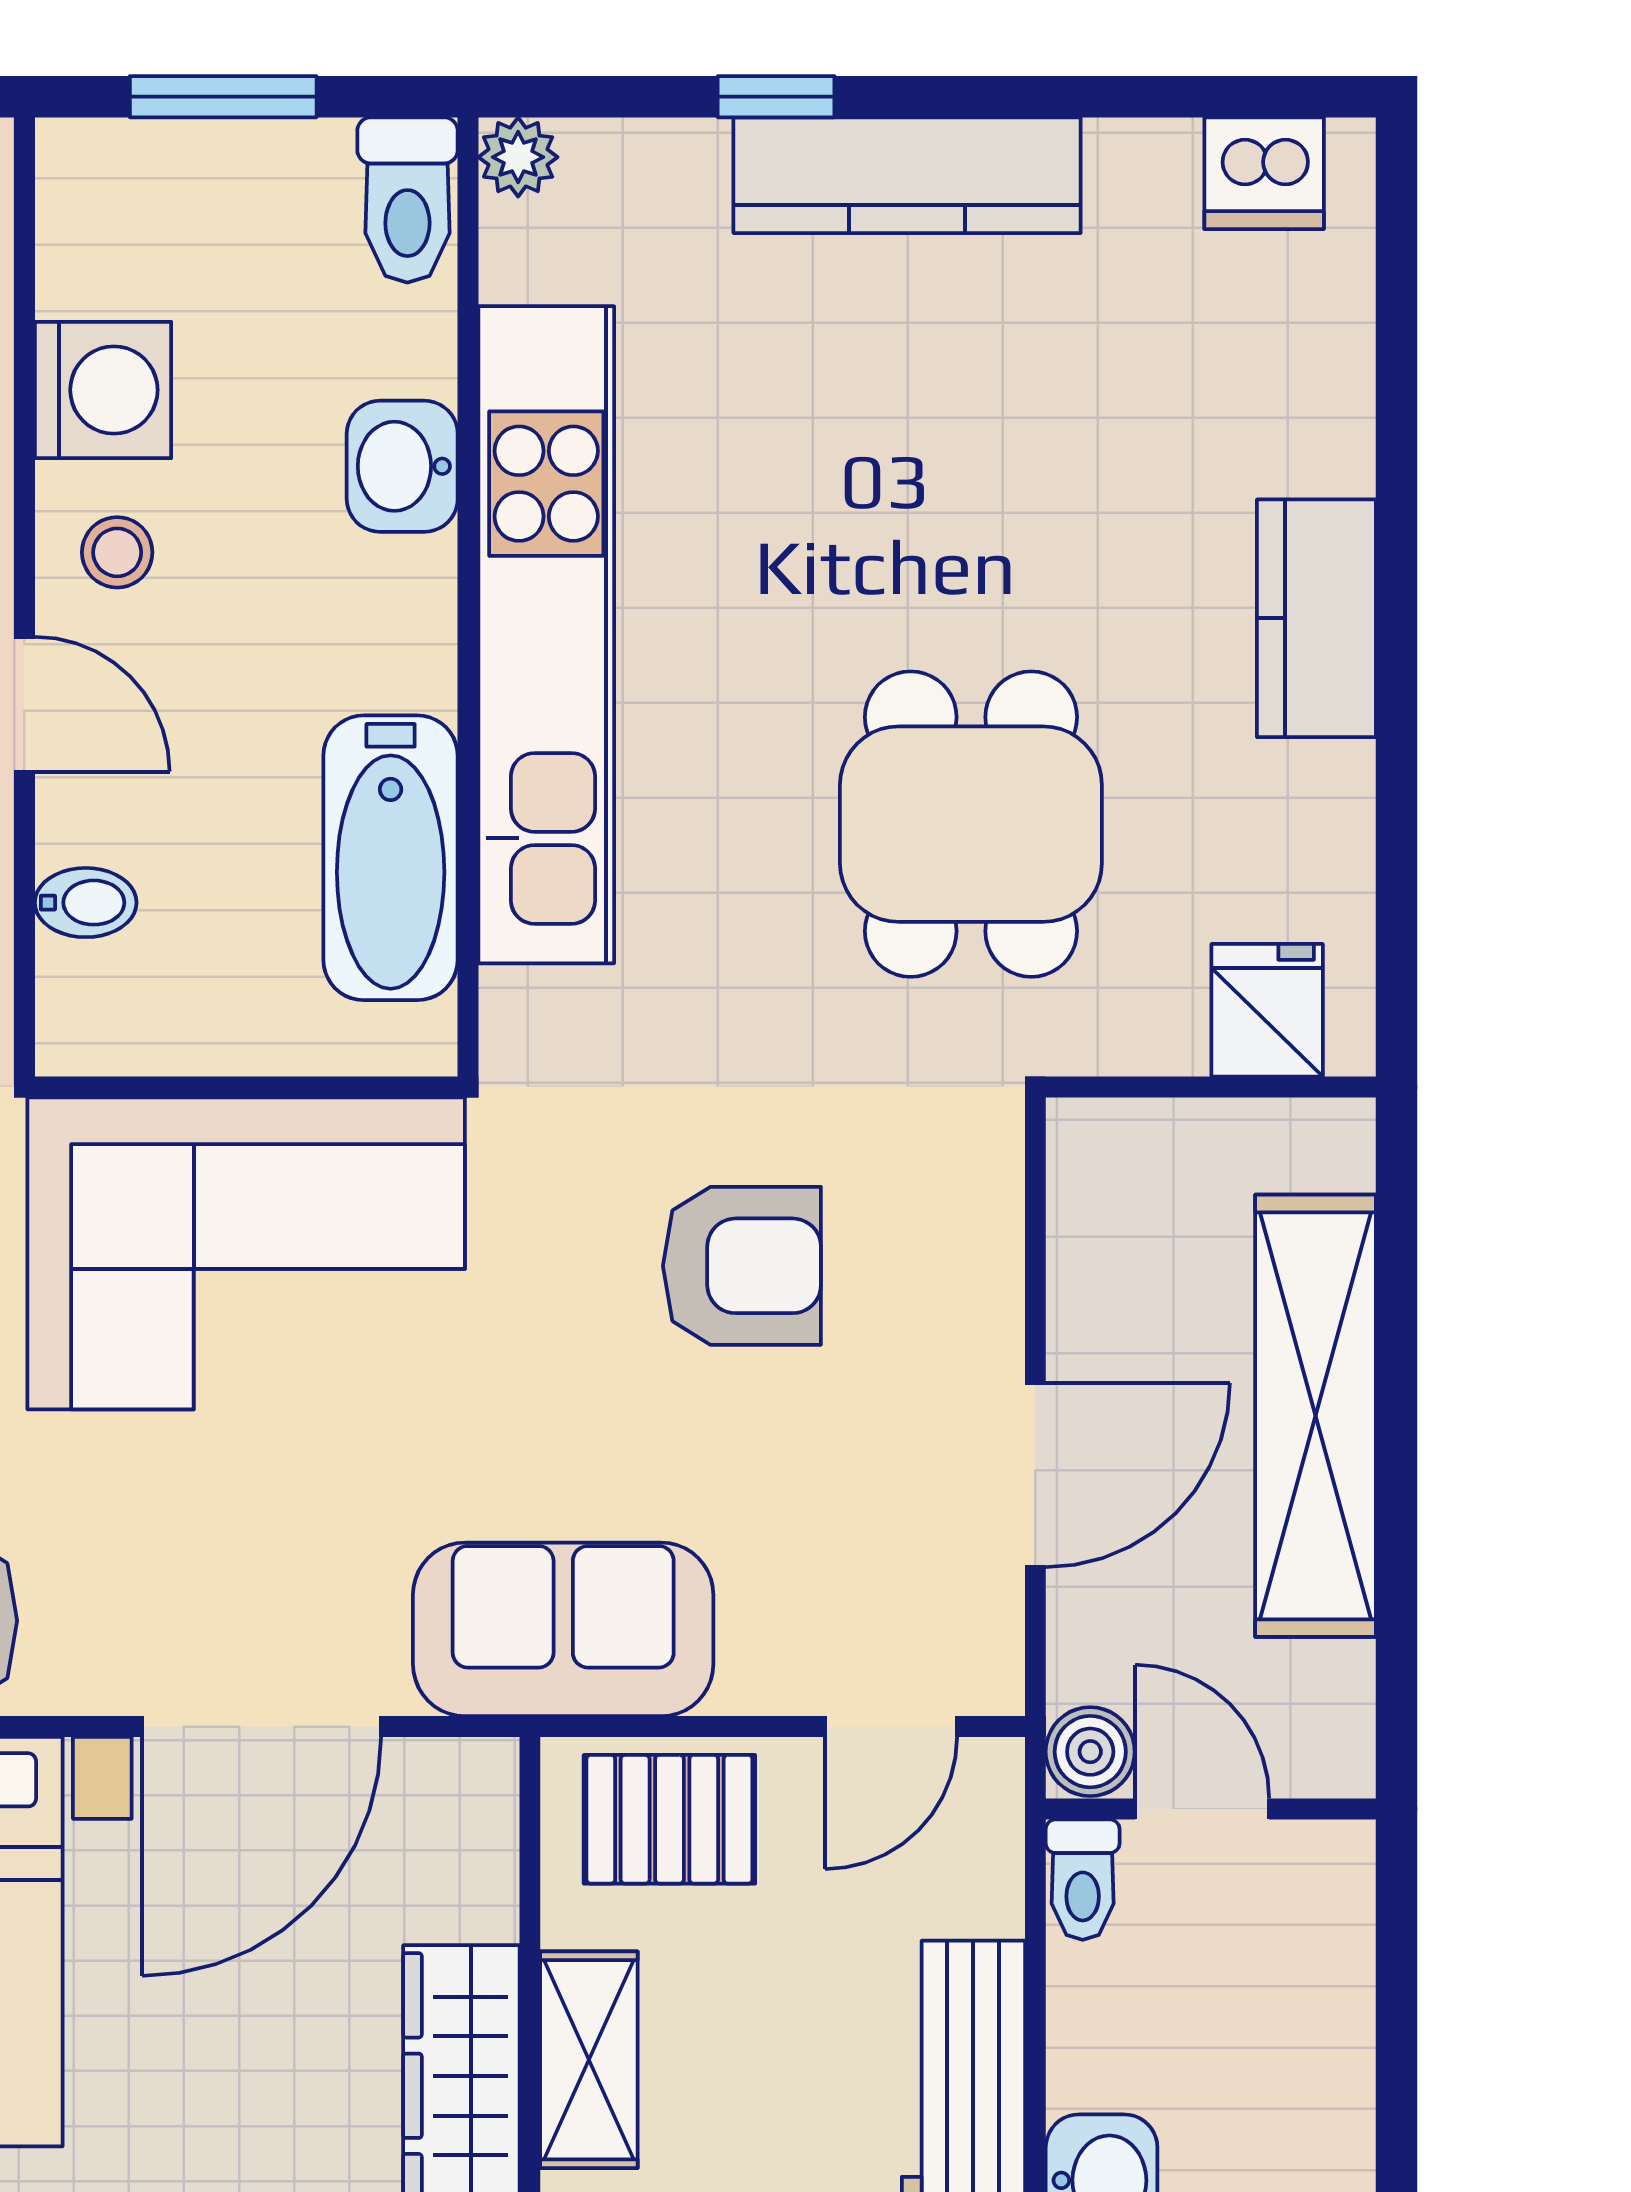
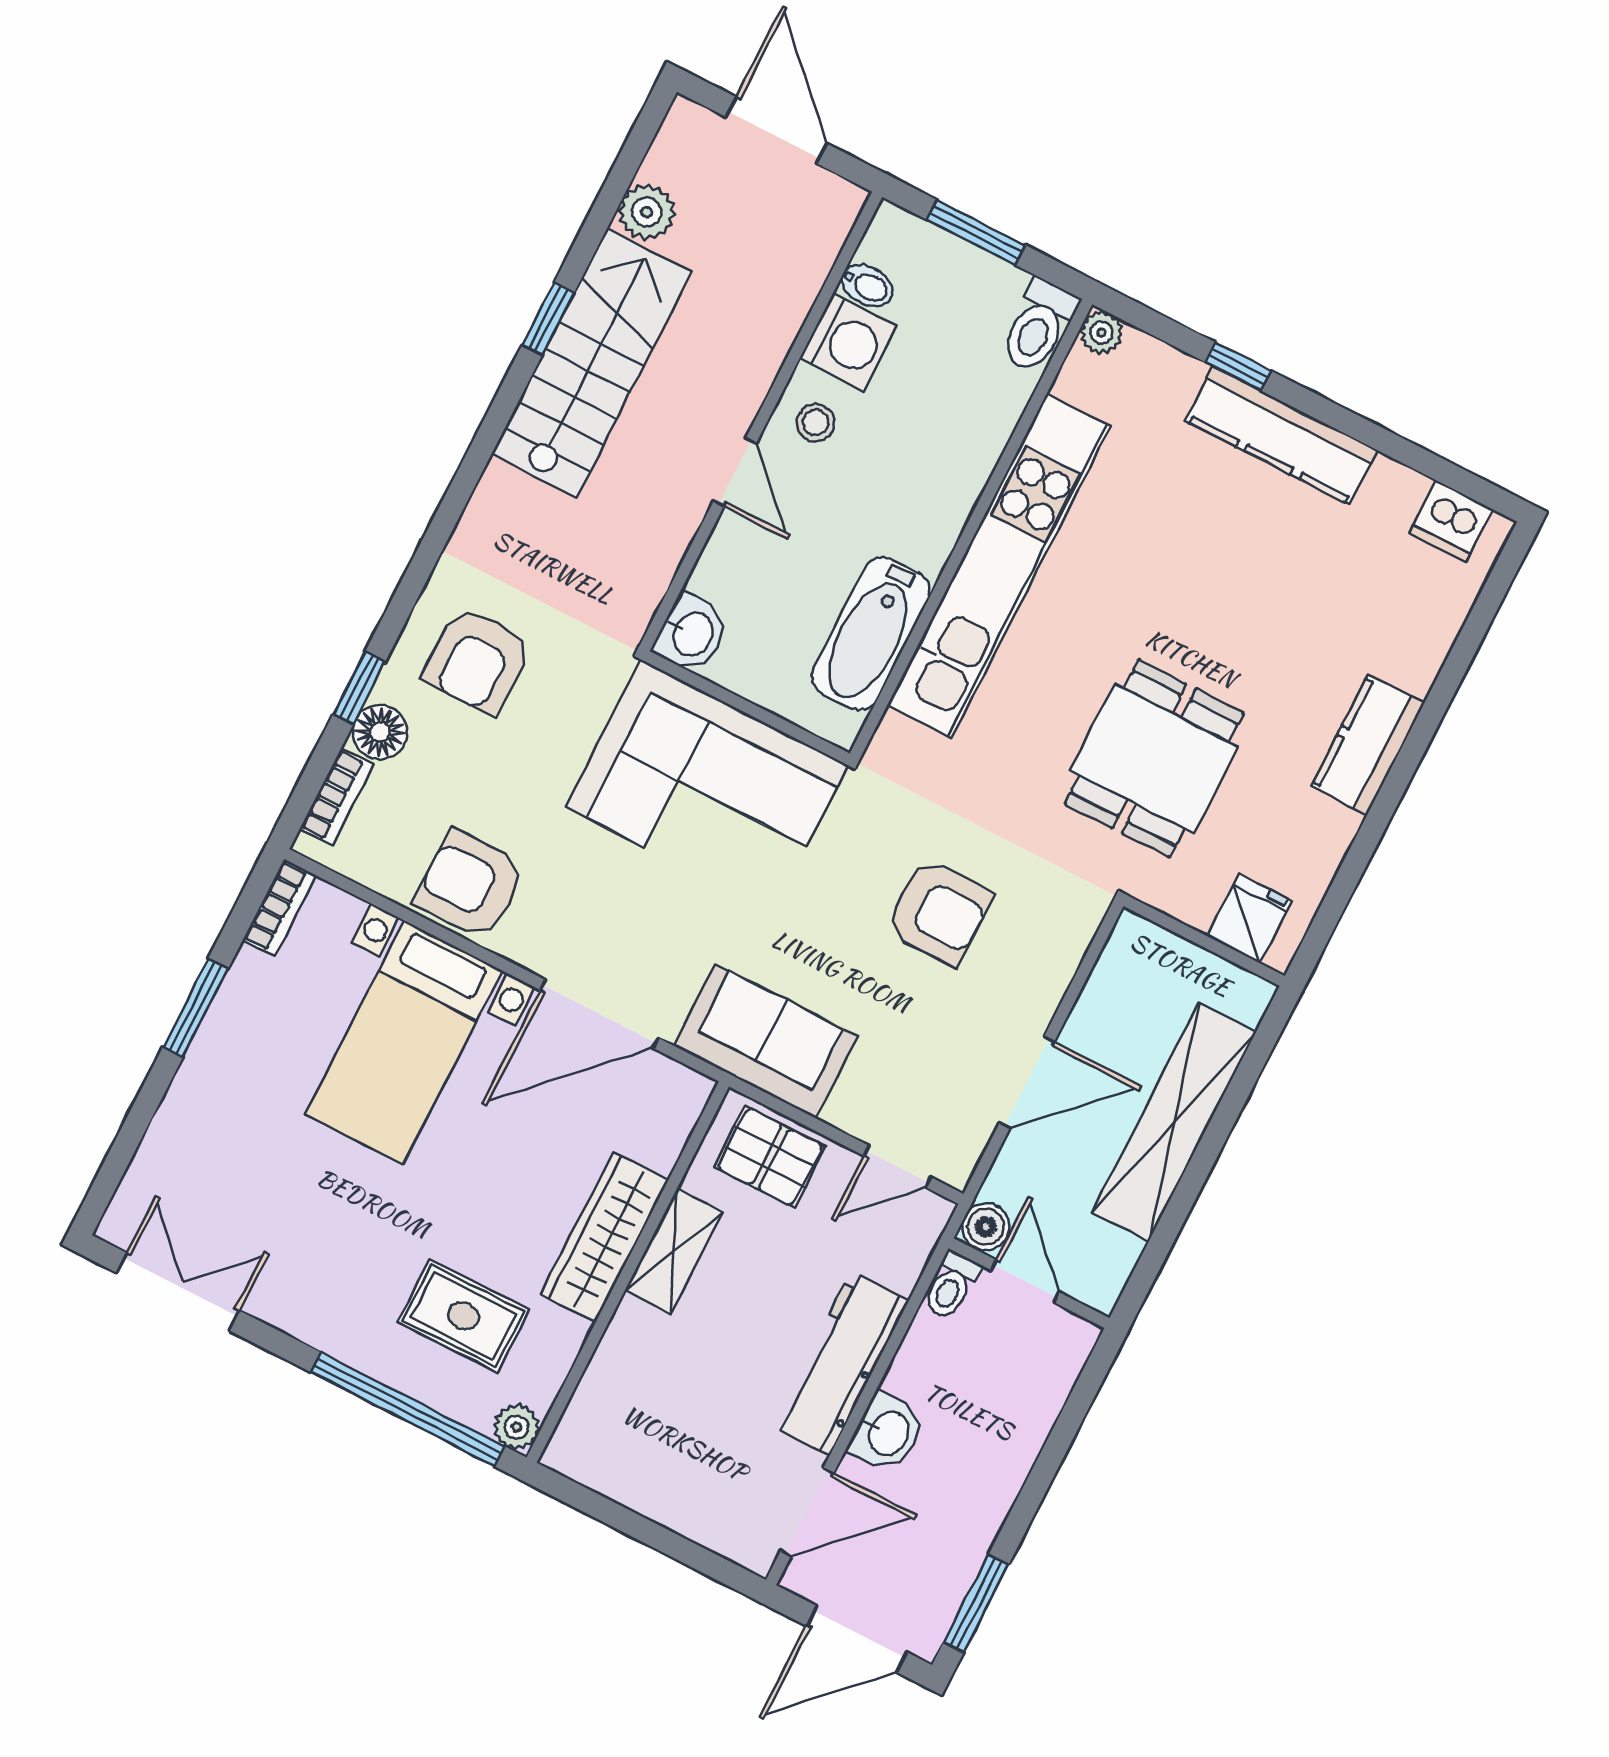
washbasin: (402, 466) -> (692, 633), moved, turned 180
bidet: (86, 903) -> (867, 286), moved

